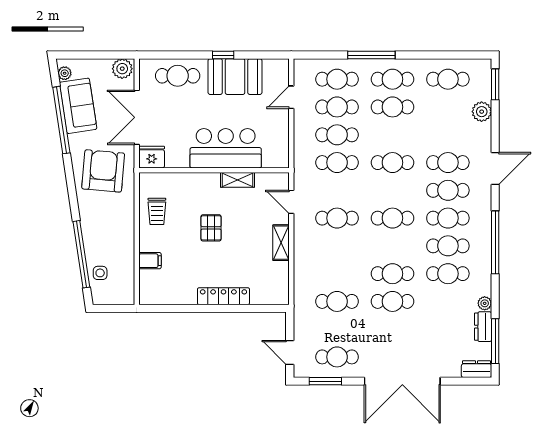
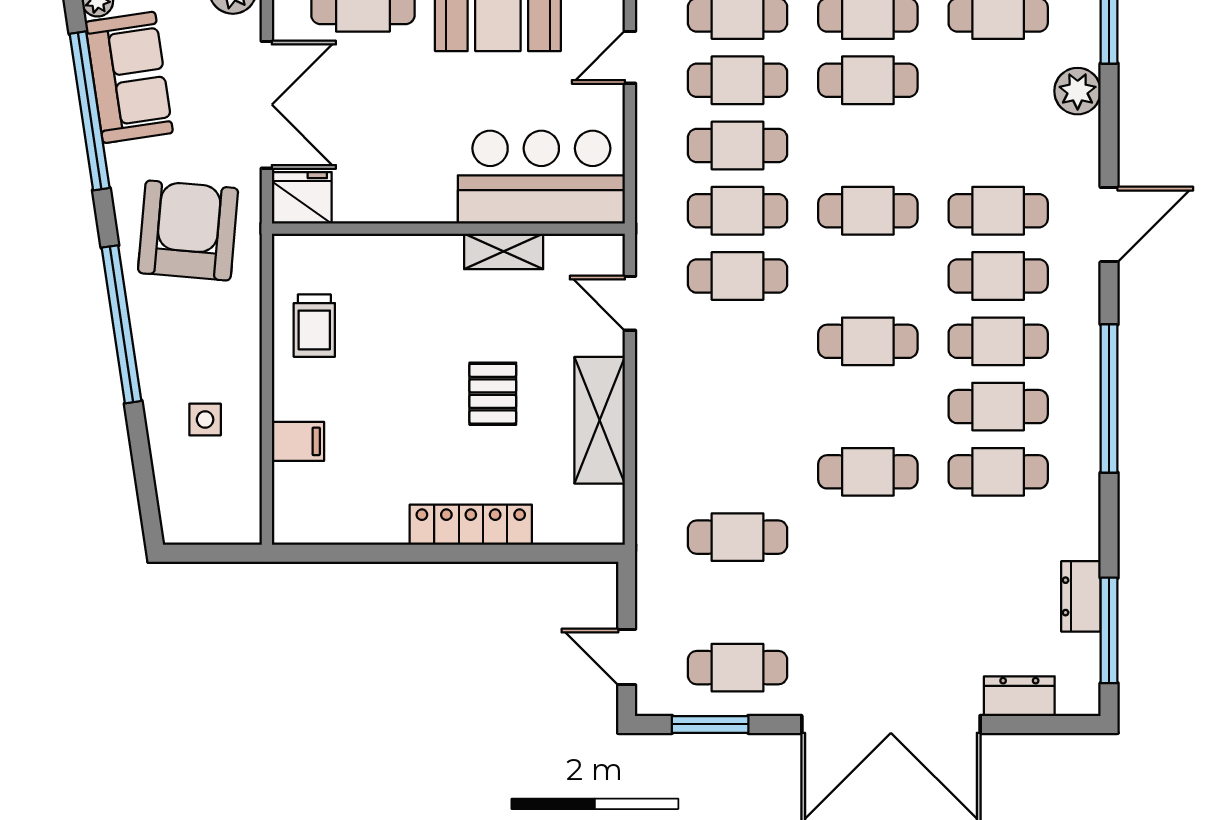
double door: (137, 117) -> (267, 105), swing flipped
bar counter: (226, 148) -> (541, 177), moved
cafe table: (337, 218) -> (738, 276), moved
pallet: (211, 228) -> (493, 394), moved
shelving: (281, 243) -> (600, 420), width x1.50, depth x1.33
window: (81, 254) -> (122, 324), moved
side table: (100, 273) -> (205, 420), moved
cafe table: (392, 301) -> (868, 537), removed
plant: (485, 303) -> (1085, 542), removed
dresser: (477, 369) -> (1019, 696), moved

